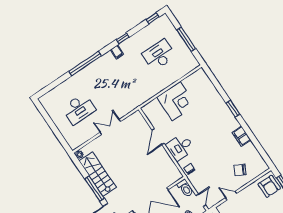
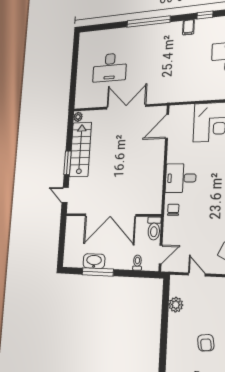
double door: (110, 127) -> (126, 107), width x1.37
door: (158, 137) -> (167, 126), moved
window: (95, 189) -> (67, 163), width x0.69

